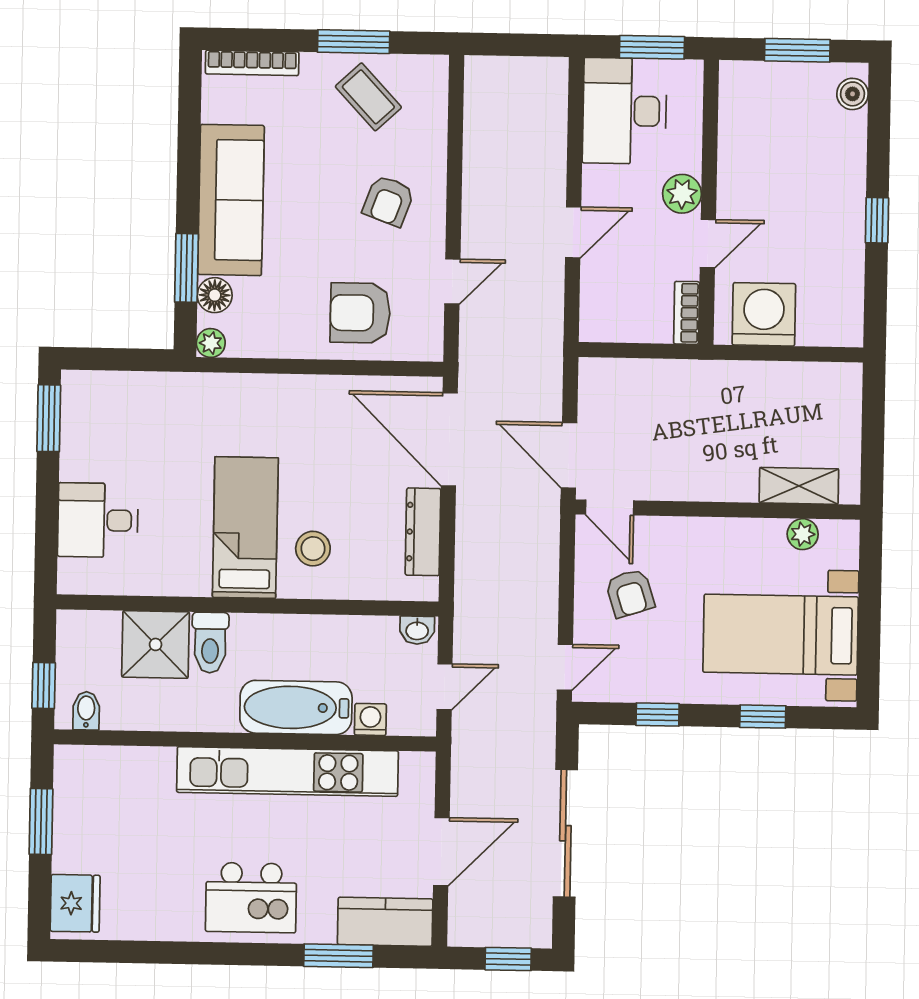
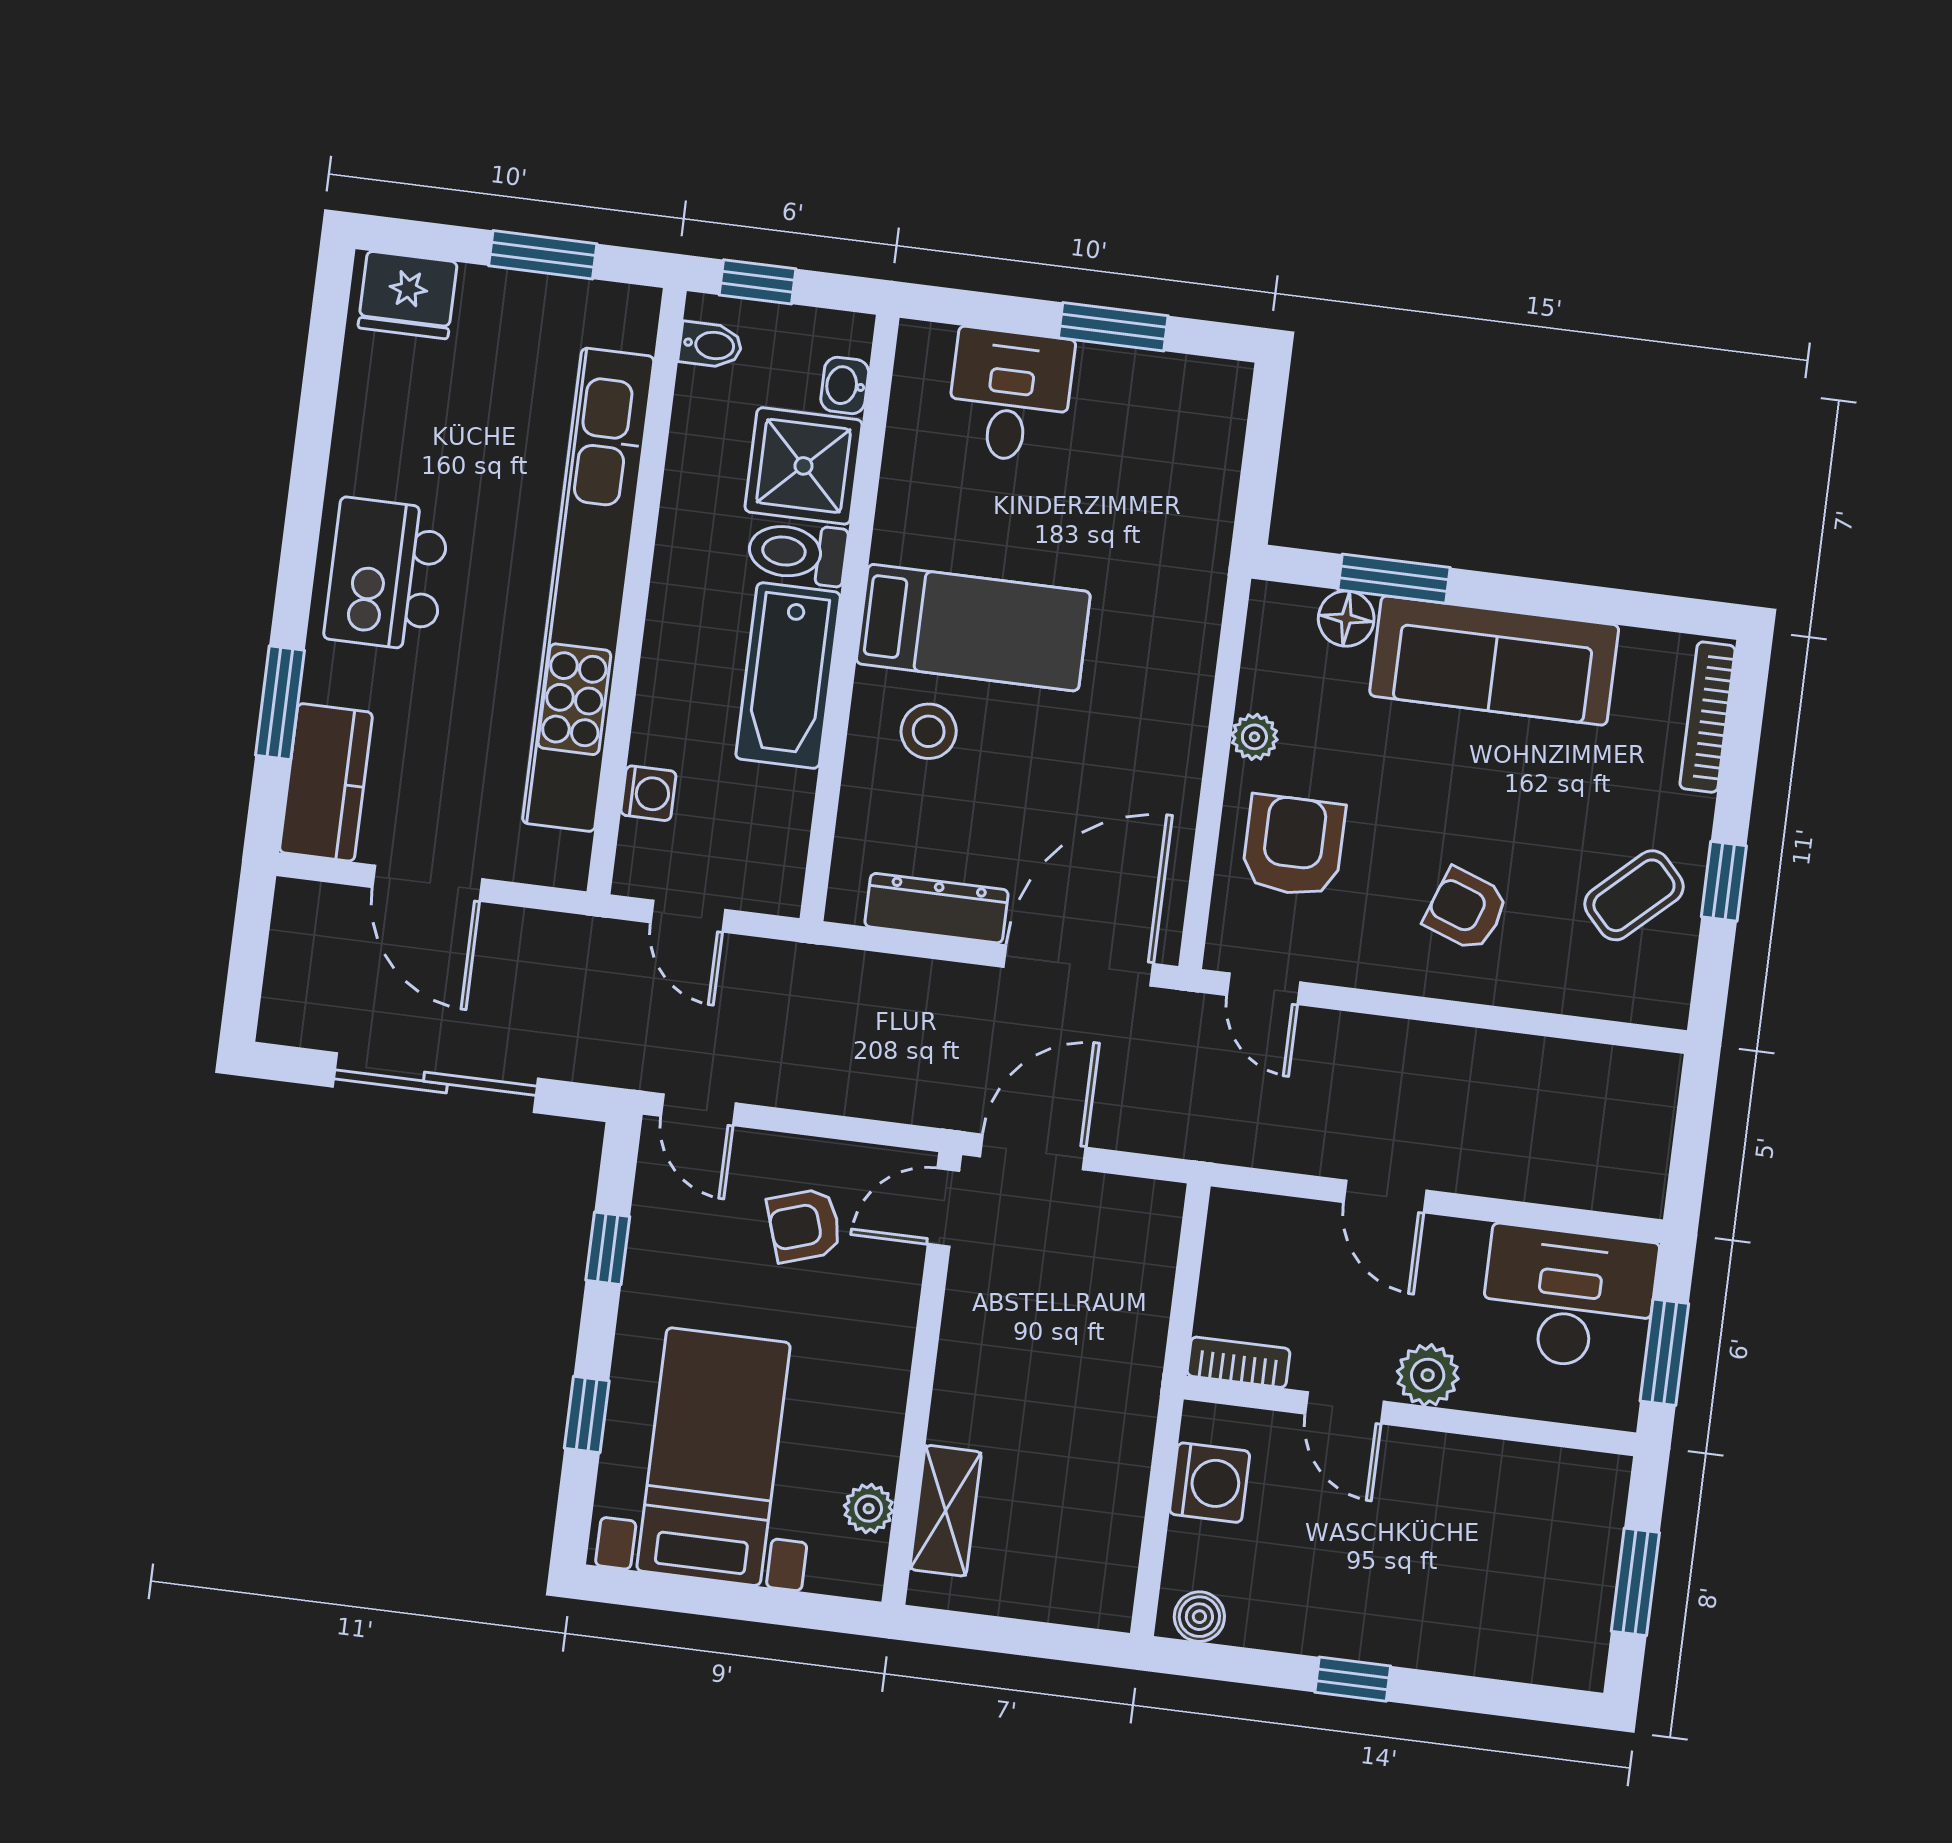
window: (354, 42) -> (1724, 881), width x0.67
boiler: (852, 94) -> (1199, 1617), moved
door: (452, 281) -> (1263, 989), moved
washing machine: (764, 314) -> (1210, 1483), width x0.73, depth x0.73
plant: (211, 343) -> (1254, 737), moved
window: (49, 418) -> (1113, 327), moved
washbasin: (417, 630) -> (845, 385), moved
bathtub: (296, 707) -> (788, 676), moved, turned 180
kitchen unit: (287, 772) -> (588, 590), width x1.36
window: (508, 959) -> (246, 971), removed

